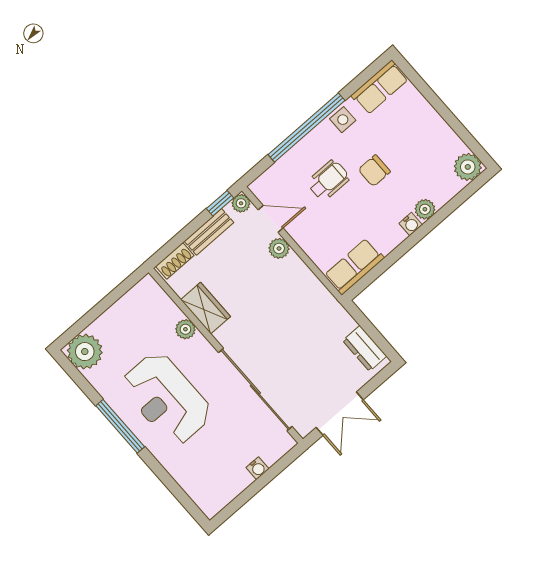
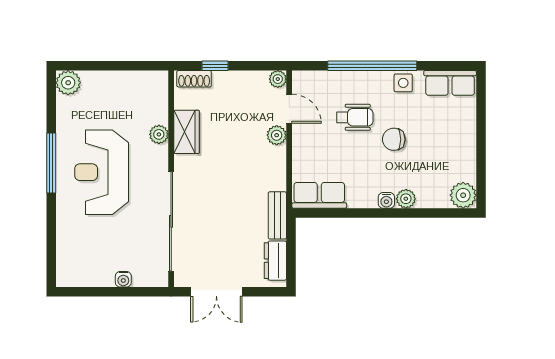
window: (220, 203) -> (215, 66), moved
bench: (209, 232) -> (277, 215), moved, turned 90
plant: (85, 352) -> (68, 83), width x0.73, depth x0.73

